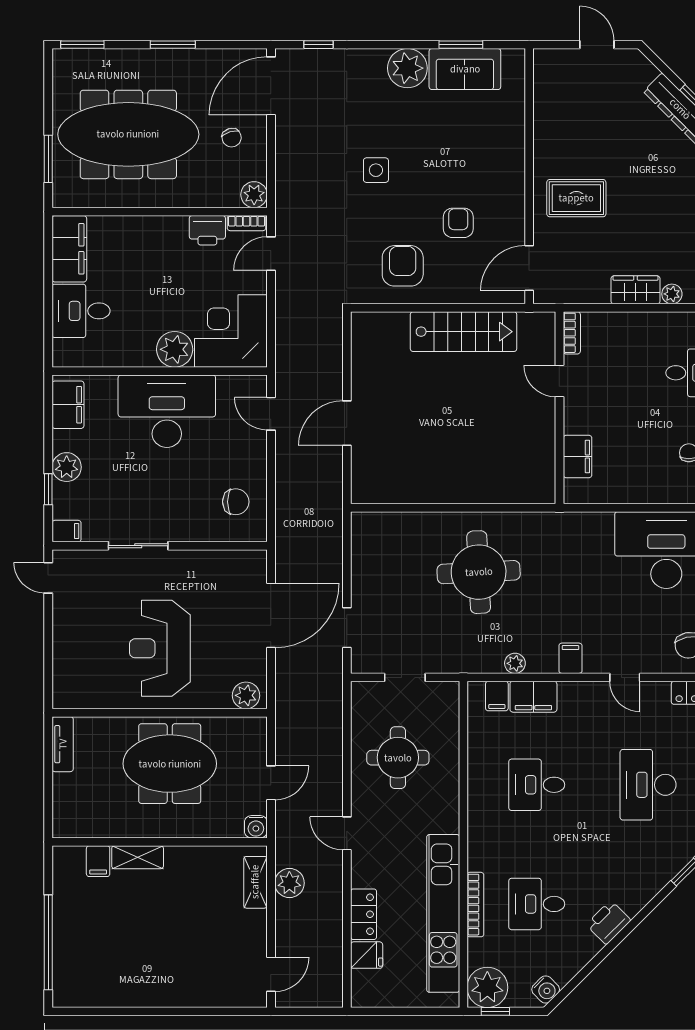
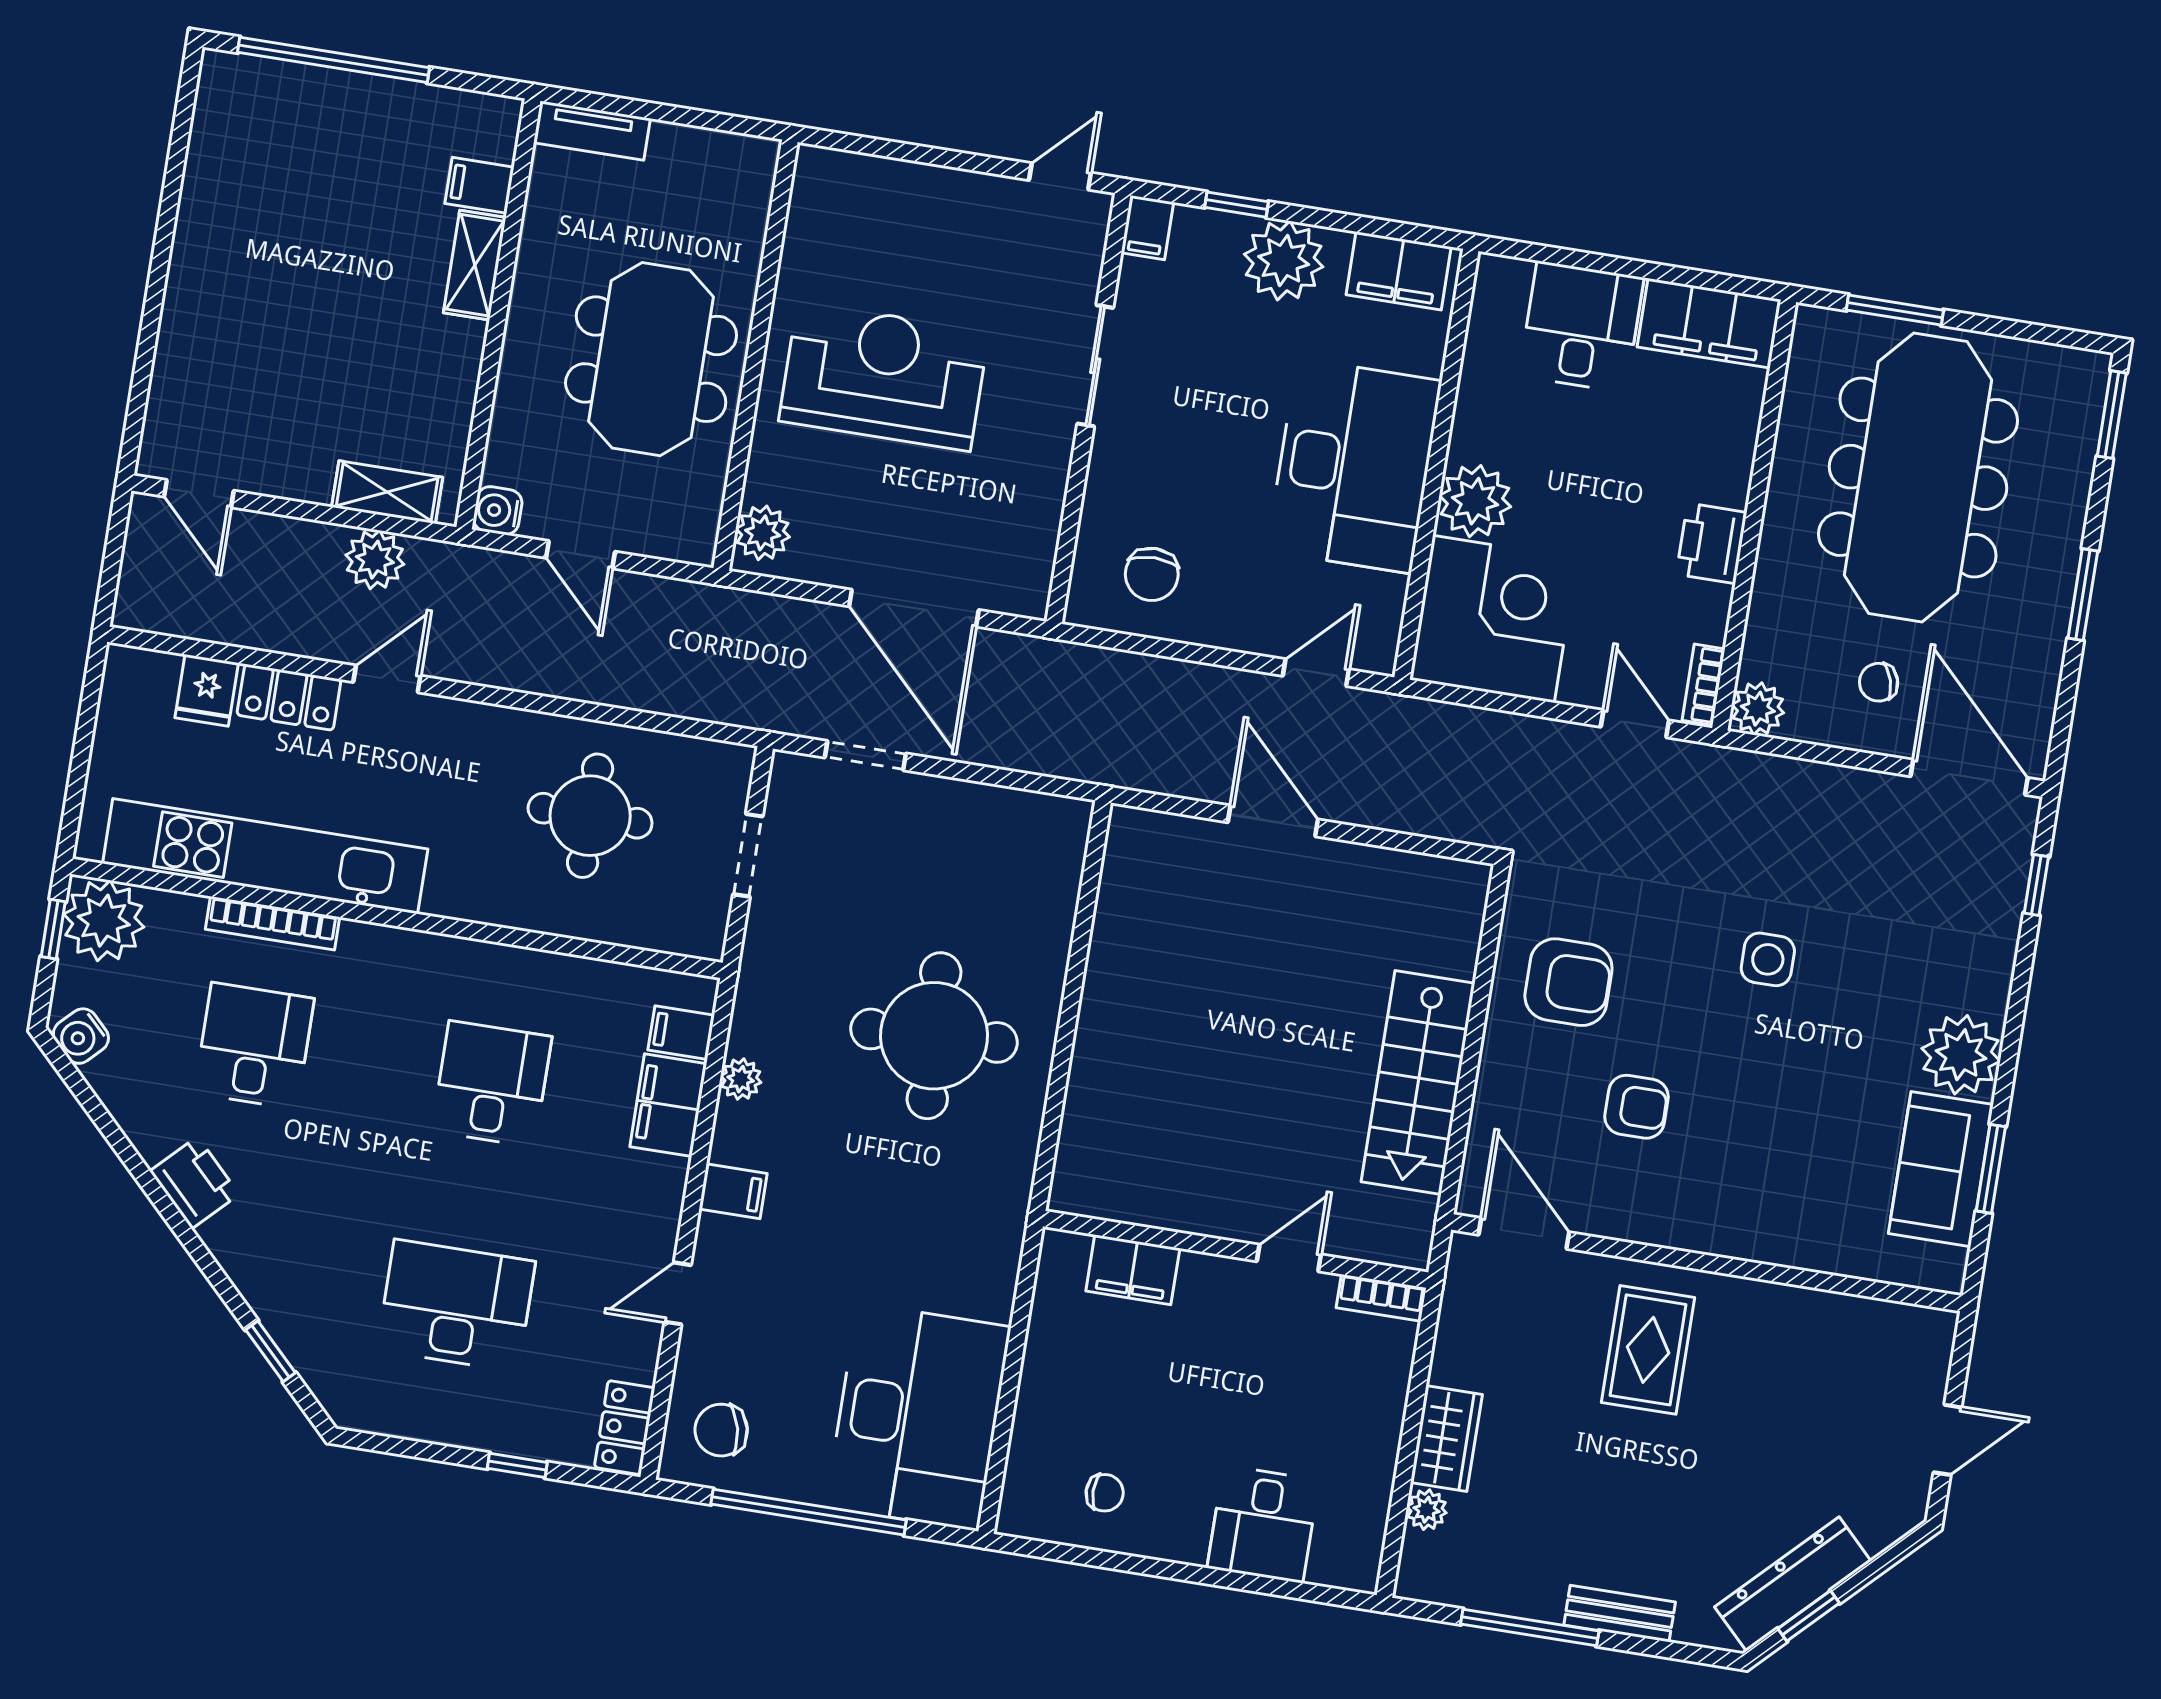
printer: (207, 230) -> (1712, 543), moved
plant: (67, 467) -> (1284, 260), width x1.36, depth x1.36
tv unit: (63, 744) -> (592, 131), moved
door: (347, 833) -> (387, 679), moved

